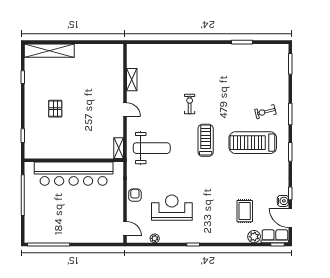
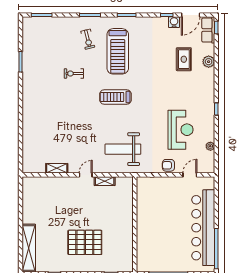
exercise bike: (190, 104) -> (74, 73), moved
pallet: (55, 109) -> (85, 242), width x2.05, depth x2.00
shelving: (119, 148) -> (105, 181), moved
weight bench: (152, 148) -> (123, 149), turned -90
bar counter: (74, 174) -> (203, 228), moved, turned 180
reception desk: (172, 208) -> (181, 130), turned 180
rug: (245, 211) -> (184, 59), turned 90
door: (125, 229) -> (190, 175), moved
plant: (254, 237) -> (209, 62), moved

